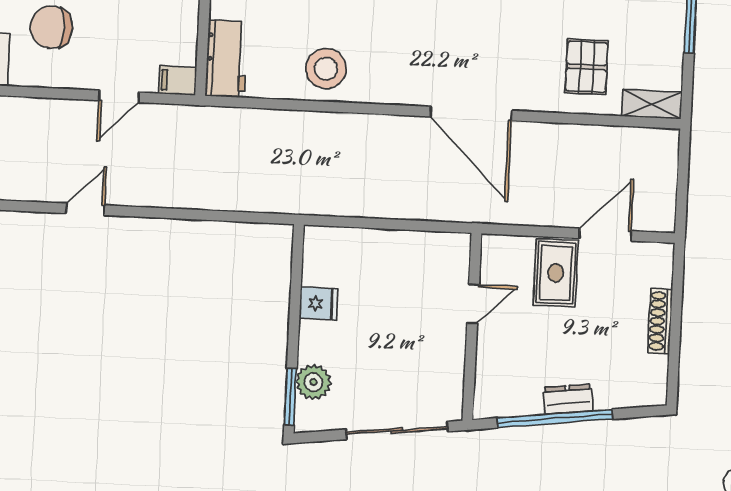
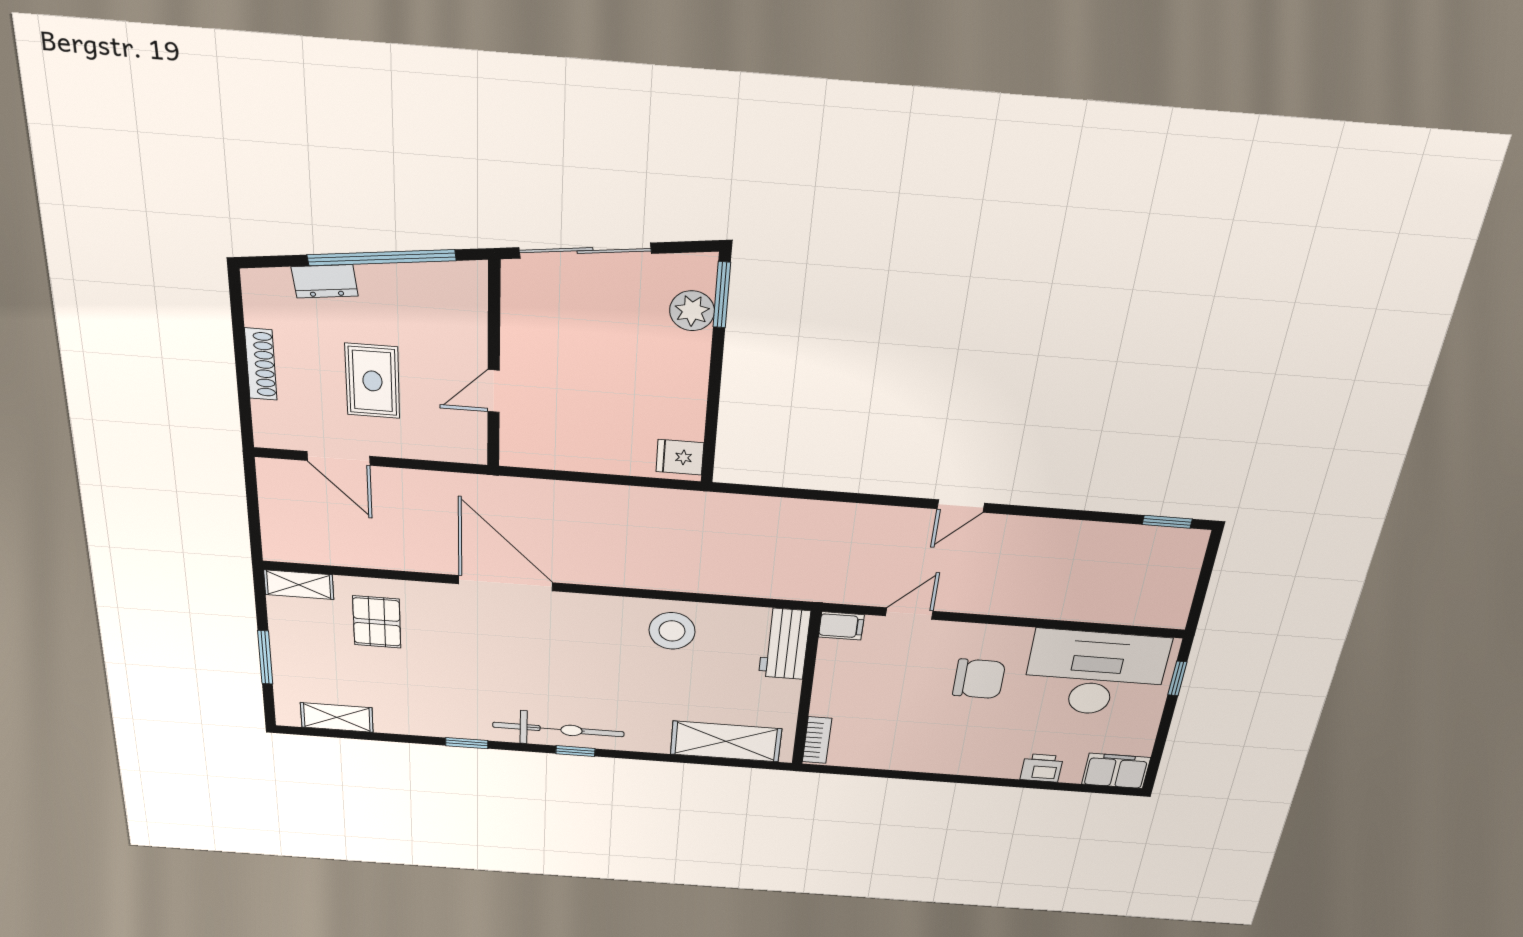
door: (605, 235) -> (339, 458), hinge flipped
rug: (556, 273) -> (372, 381), moved
fridge: (319, 304) -> (680, 457), moved
dresser: (568, 399) -> (325, 281), moved

